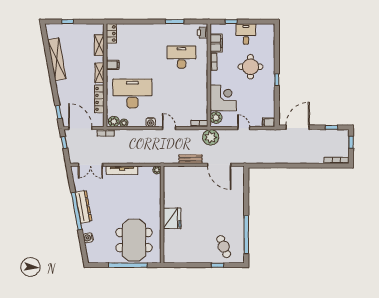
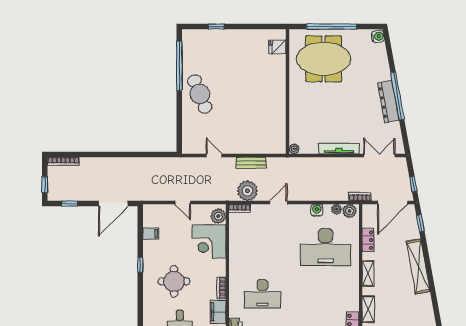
shelving: (57, 59) -> (418, 267), moved
filing cabinet: (113, 65) -> (351, 284), removed
locker: (99, 99) -> (368, 240), width x0.66
water cooler: (151, 122) -> (317, 210), moved
filing cabinet: (269, 122) -> (151, 234), moved
door: (80, 128) -> (393, 203), hinge flipped
door: (169, 128) -> (279, 203), swing flipped
plant: (211, 137) -> (247, 191), moved
door: (219, 165) -> (214, 156), width x0.53
fridge: (172, 218) -> (277, 47), moved, width x0.53, depth x0.75
water cooler: (88, 238) -> (378, 36), moved
meeting table: (134, 240) -> (324, 59), turned 90
cafe table: (224, 247) -> (200, 94), moved, width x1.37, depth x1.35

